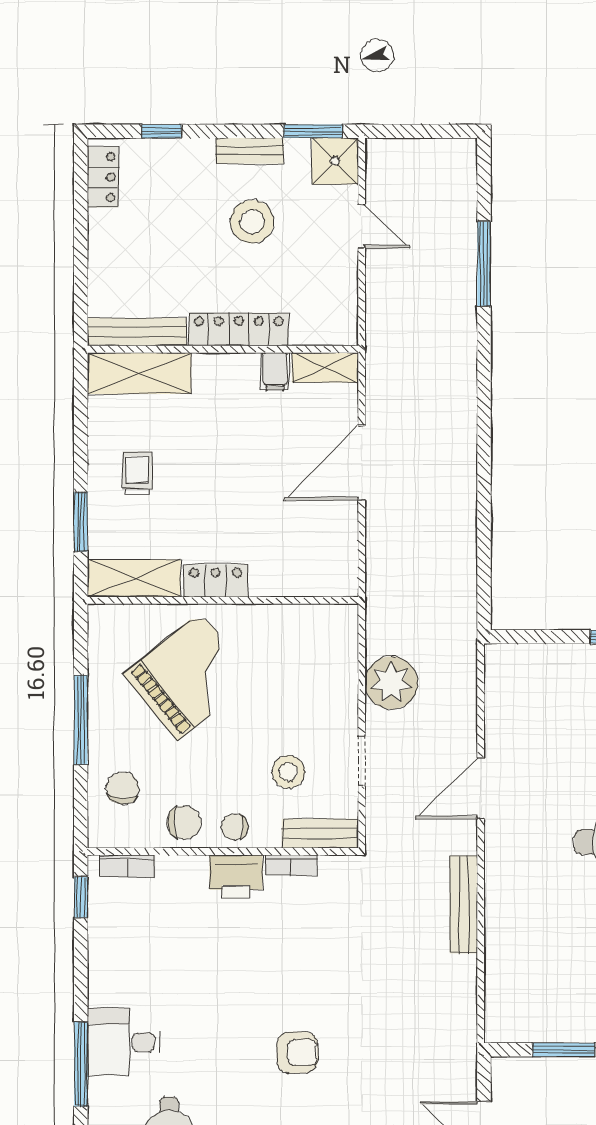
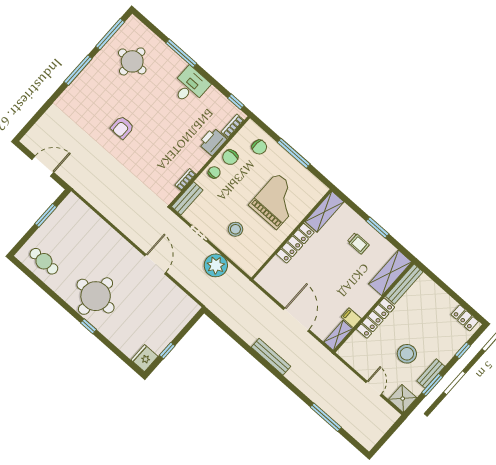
window: (313, 131) -> (432, 385), moved
door: (362, 226) -> (374, 388), swing flipped
window: (81, 522) -> (378, 228), moved
locker: (216, 581) -> (295, 243), width x1.53
grand piano: (189, 676) -> (277, 201), turned -141
stool: (288, 772) -> (235, 229), moved
printer: (236, 877) -> (213, 141), moved
bench: (464, 905) -> (271, 357), moved
desk: (124, 1042) -> (190, 86), moved

